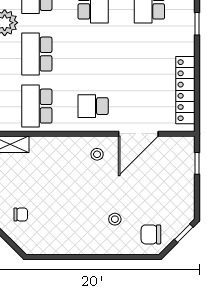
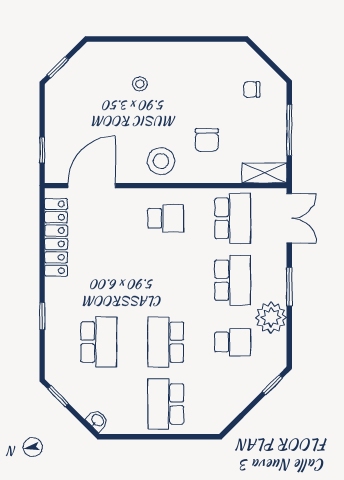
door: (138, 134) -> (92, 186), moved
stool: (97, 154) -> (161, 161), width x1.89, depth x1.89
chair: (151, 234) -> (207, 140), moved, turned 90

